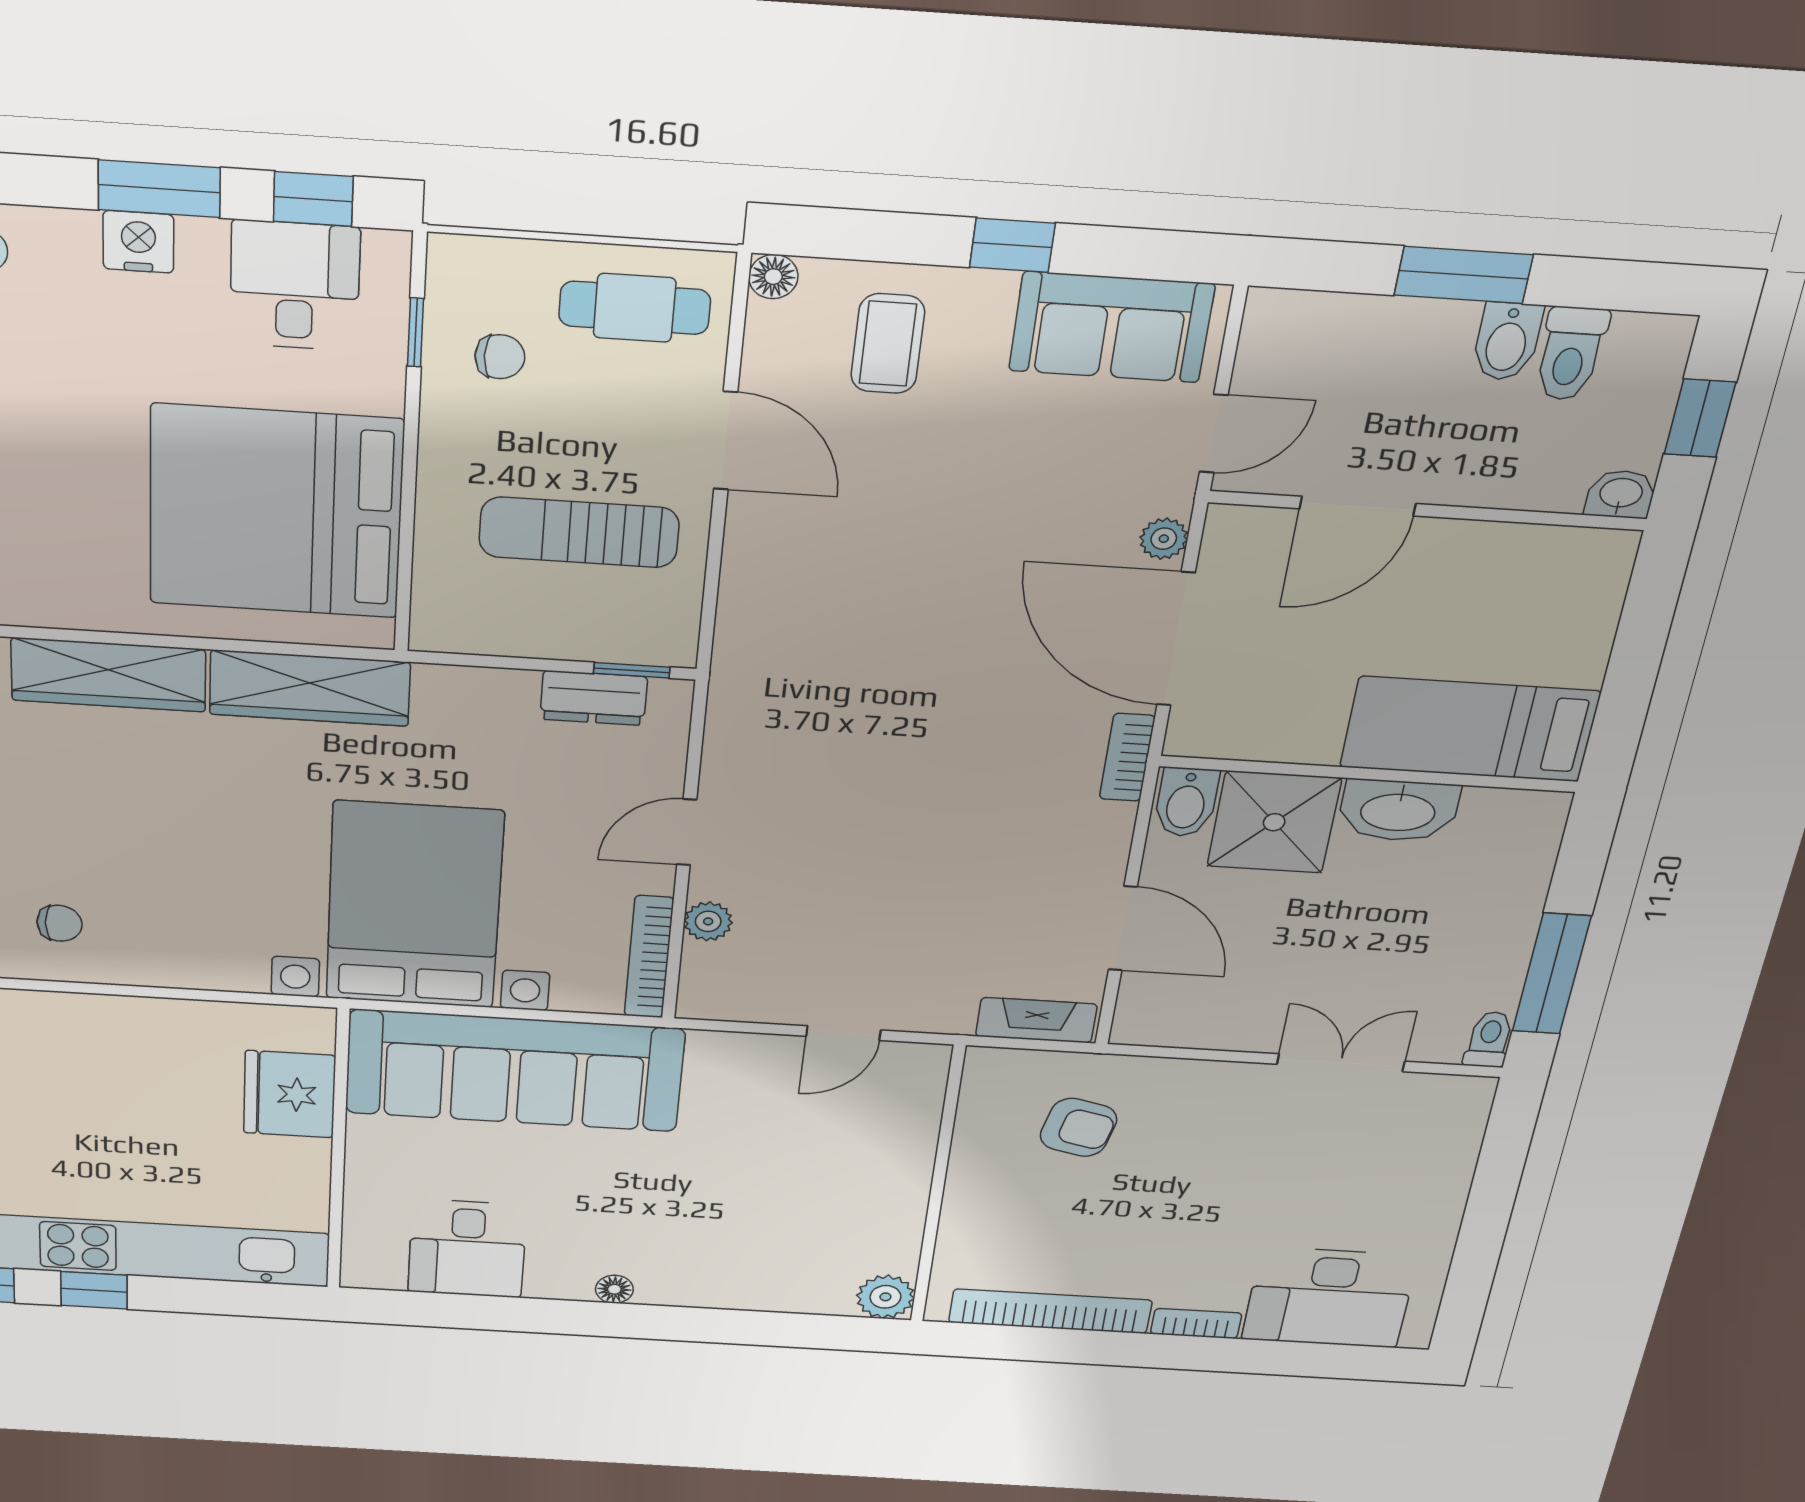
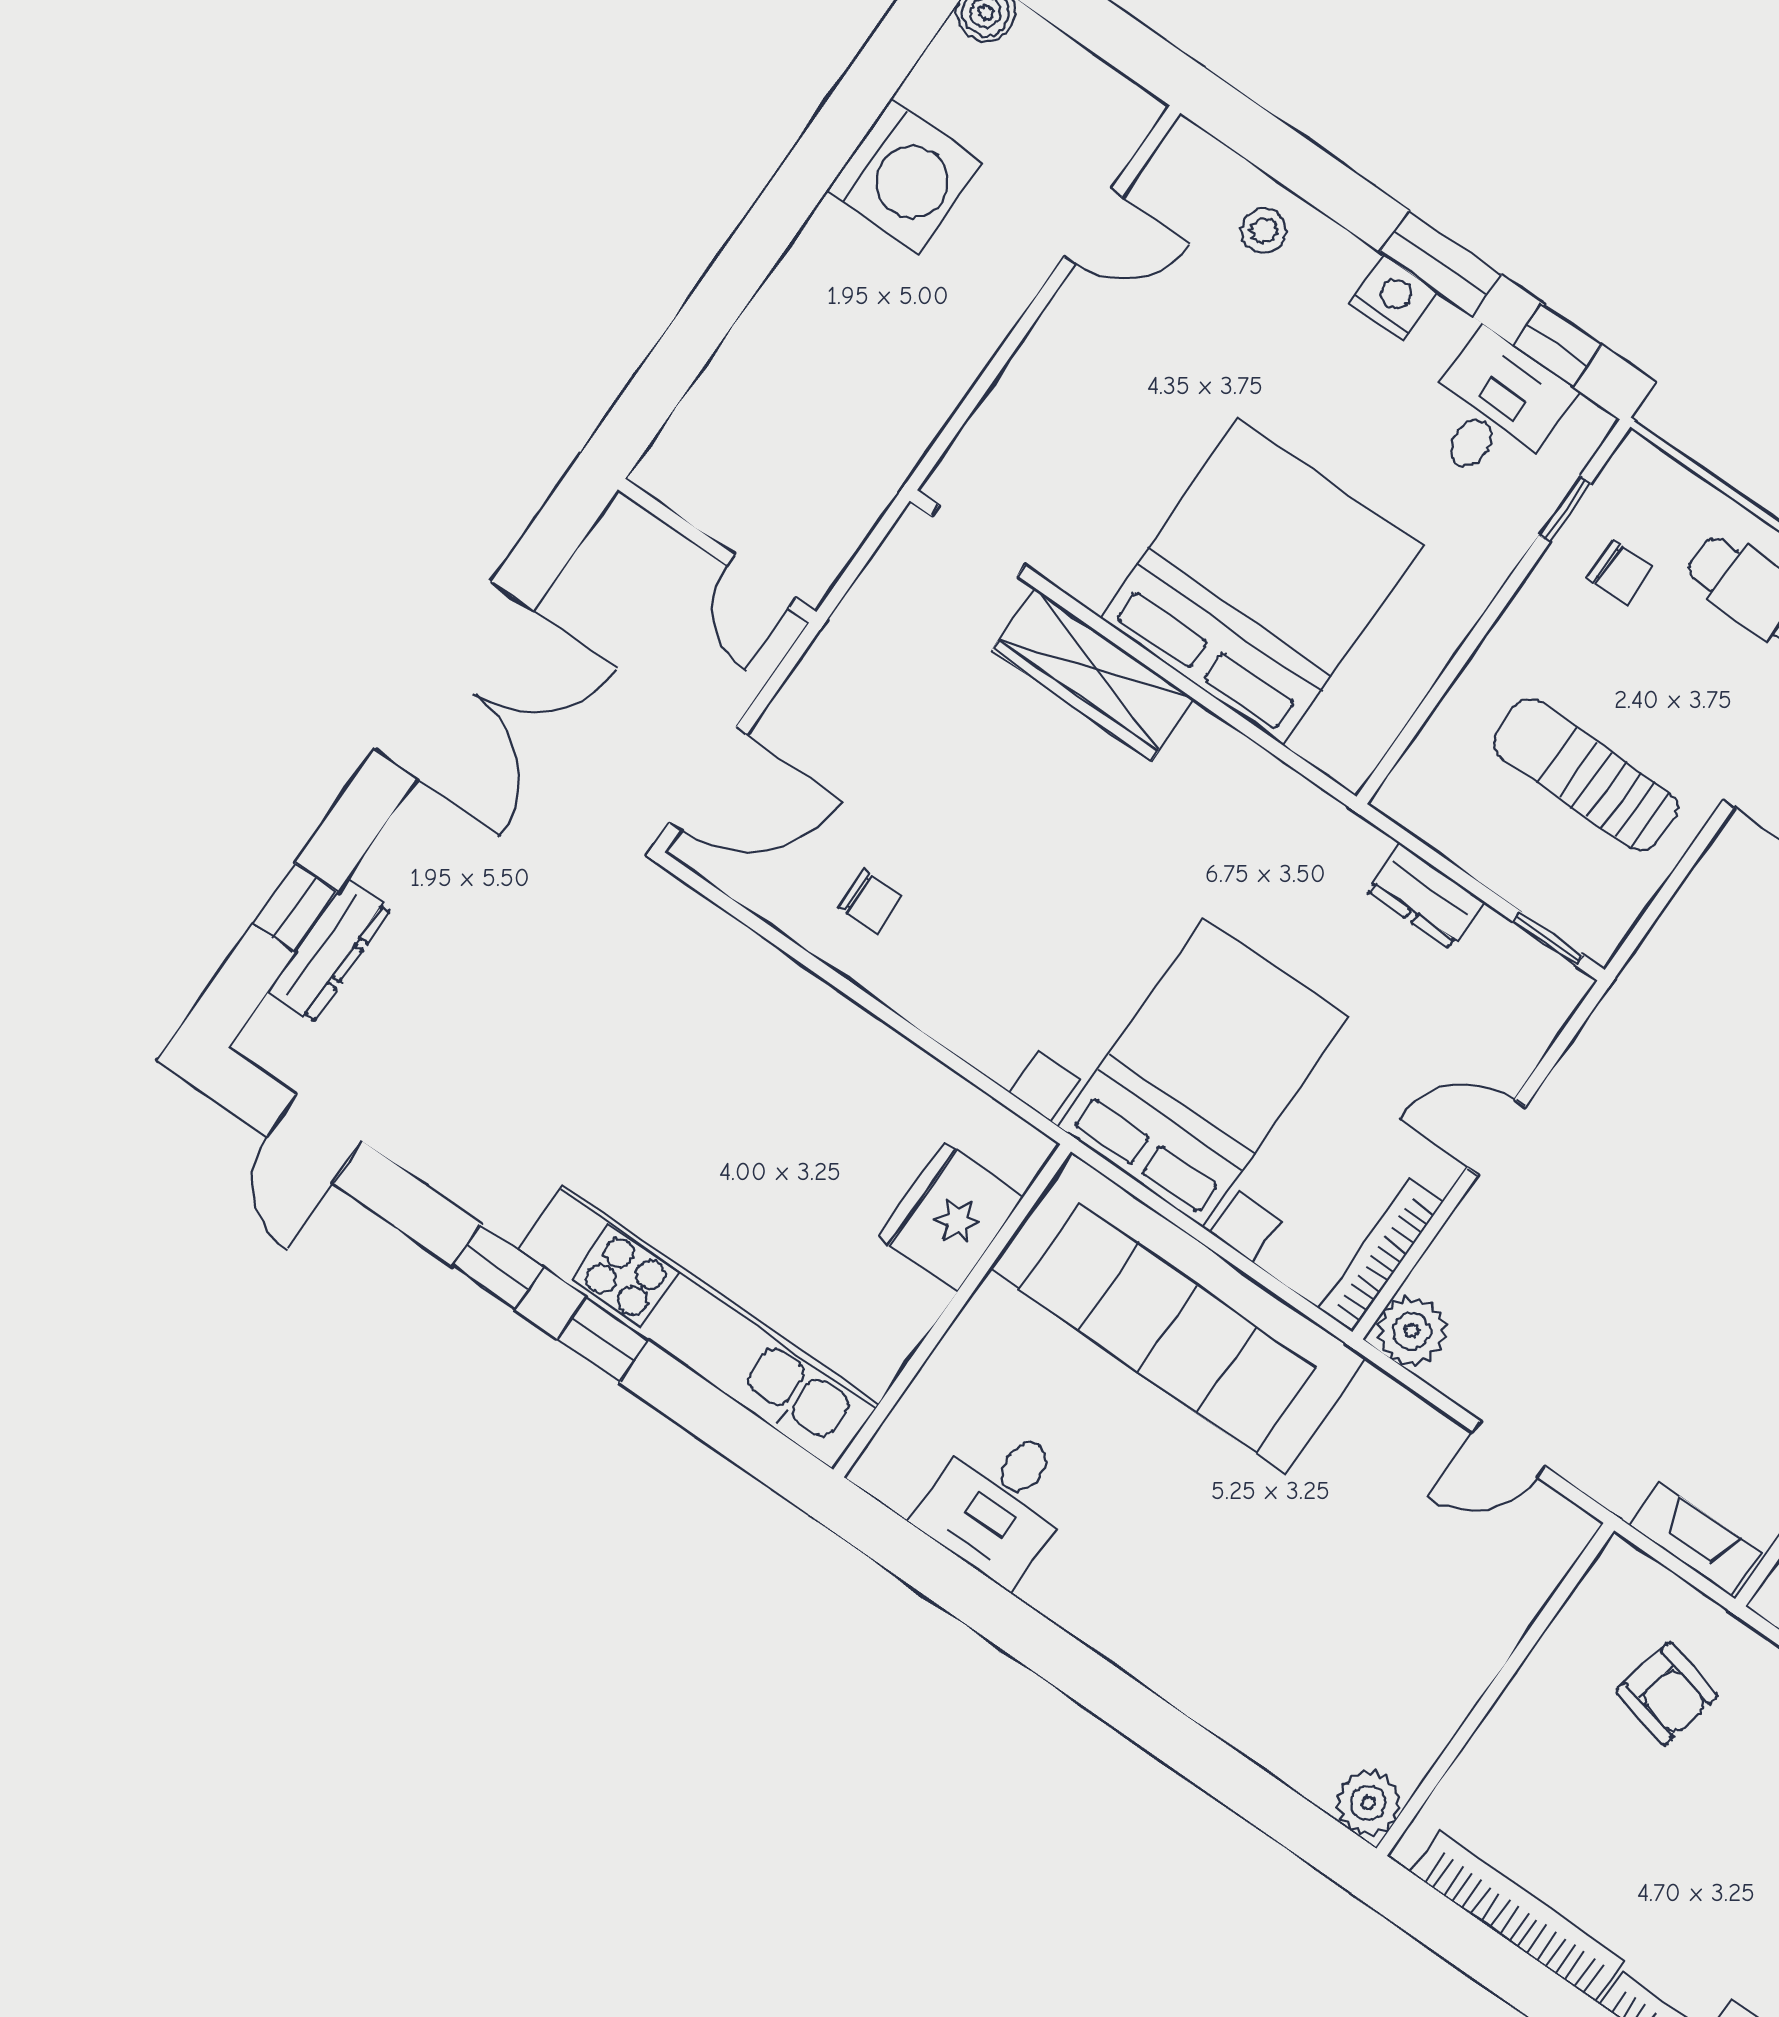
bed: (276, 512) -> (1261, 581), moved, turned 90
wardrobe: (310, 688) -> (1259, 791), removed
dresser: (594, 698) -> (1425, 896), moved
plant: (708, 921) -> (1412, 1331), moved, width x1.38, depth x1.38
floor lamp: (614, 1289) -> (1110, 1638), removed

